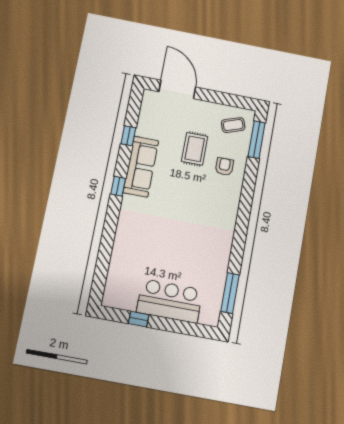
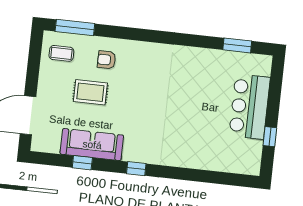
coffee table: (233, 125) -> (61, 53), turned -71
sofa: (141, 167) -> (92, 145), moved
window: (230, 293) -> (237, 45), width x0.69

